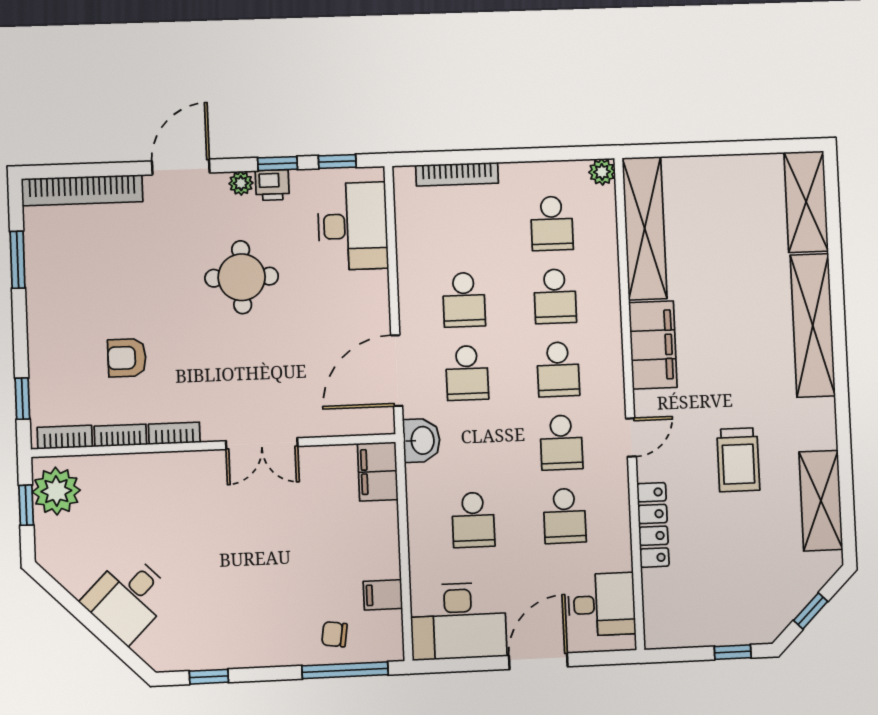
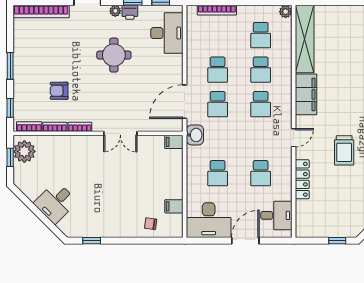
window: (18, 260) -> (10, 66), moved
school desk: (561, 442) -> (261, 139), removed
filing cabinet: (378, 472) -> (174, 142), width x0.50
window: (345, 670) -> (155, 241), removed

